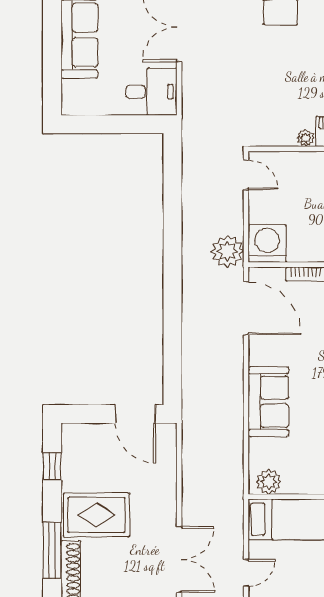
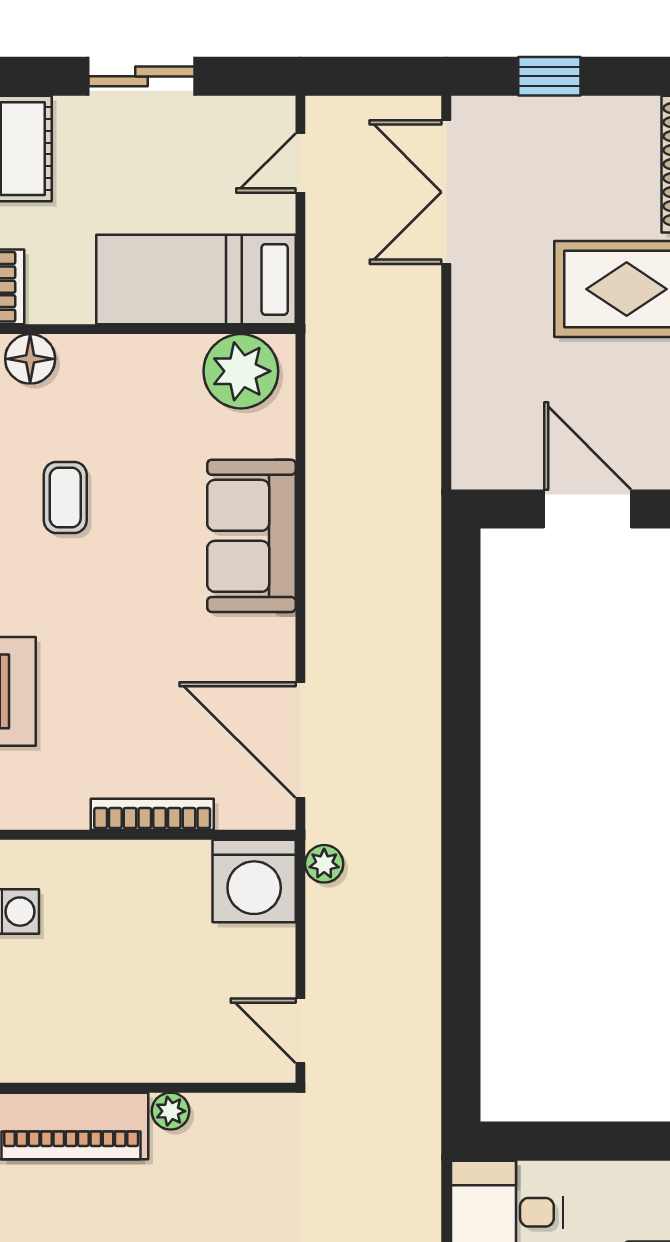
plant: (228, 251) -> (324, 864), width x0.53, depth x0.53
door: (135, 414) -> (588, 509), moved
plant: (269, 482) -> (241, 371), width x1.36, depth x1.36

